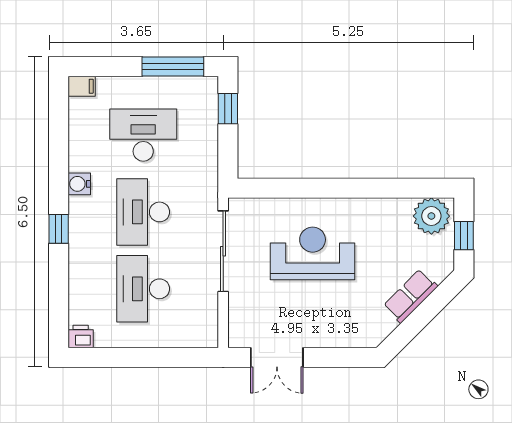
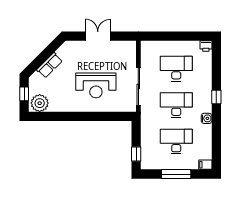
window: (173, 66) -> (176, 174), moved
desk: (143, 135) -> (176, 142), turned 180
desk: (143, 212) -> (176, 105), turned -90
desk: (143, 289) -> (176, 69), turned -90
double door: (277, 357) -> (98, 36), moved

